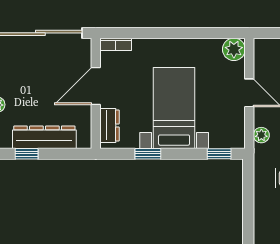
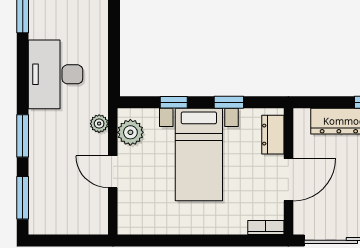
plant: (234, 49) -> (130, 132), moved
window: (219, 154) -> (174, 102), moved

